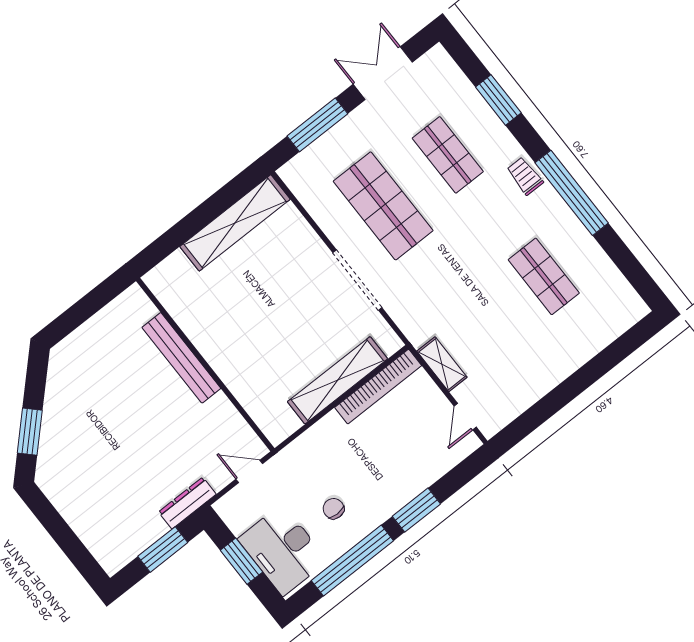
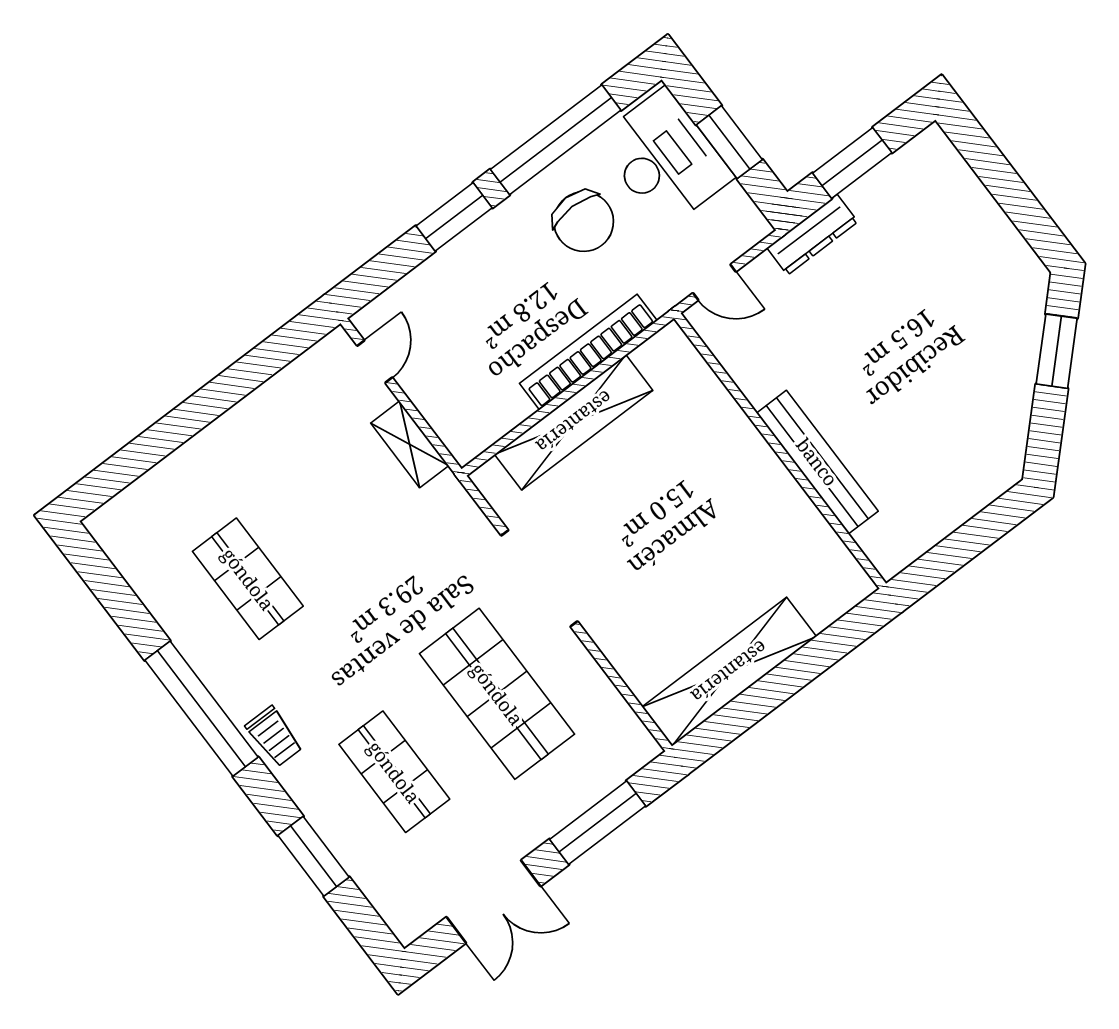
bookcase: (378, 387) -> (588, 352), moved
chair: (334, 509) -> (584, 222), width x1.87, depth x1.87

